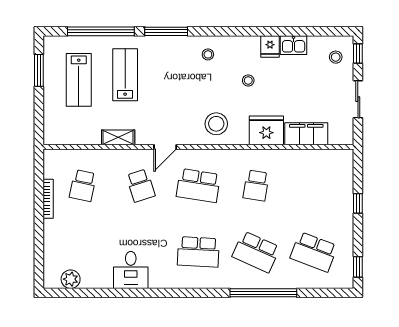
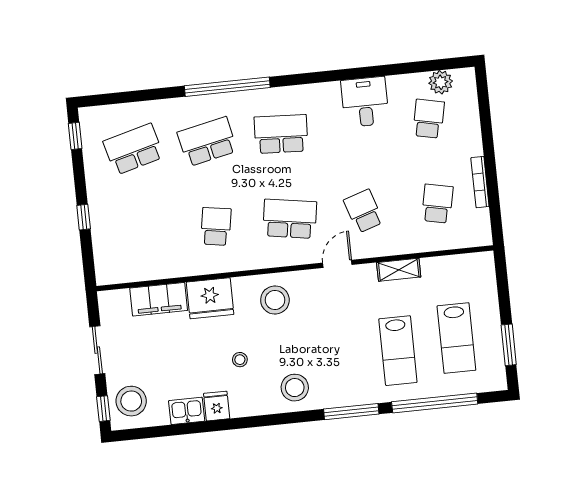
stool: (208, 54) -> (295, 388), width x1.89, depth x1.89
stool: (336, 57) -> (131, 401), width x1.89, depth x1.89
lab bench: (79, 80) -> (456, 338), turned 180
school desk: (83, 252) -> (429, 119), added
school desk: (256, 252) -> (207, 142), turned -36
school desk: (314, 252) -> (133, 149), turned -36
window: (263, 293) -> (227, 87), moved

